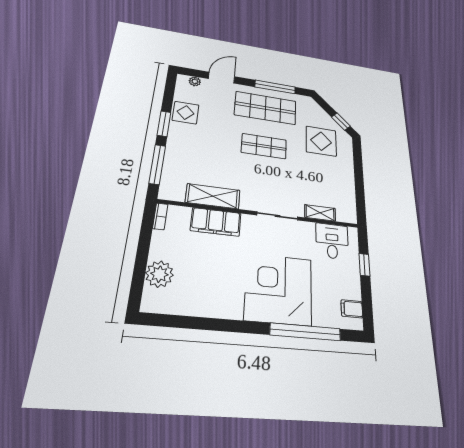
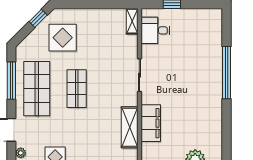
shelving: (320, 213) -> (132, 21), moved
corner desk: (279, 289) -> (198, 73), removed
filing cabinet: (352, 309) -> (207, 17), removed
window: (305, 332) -> (227, 73), moved

